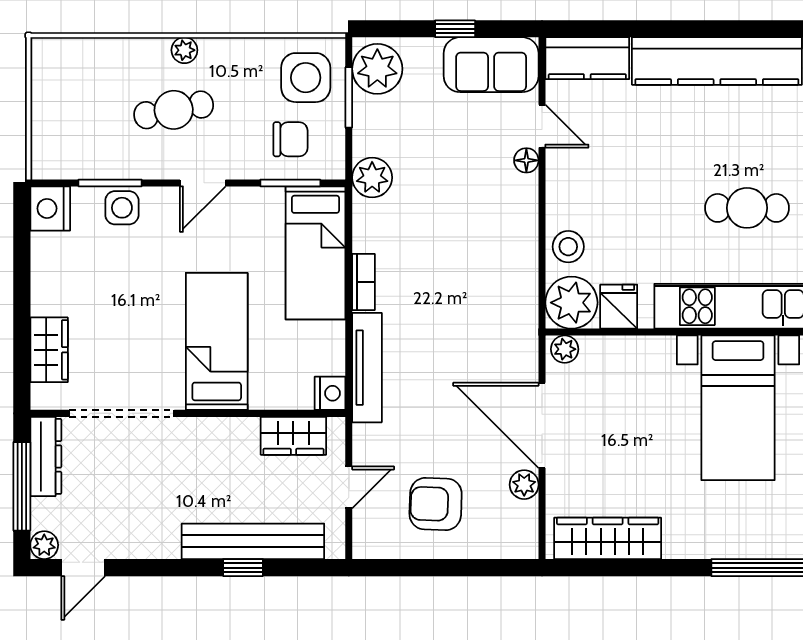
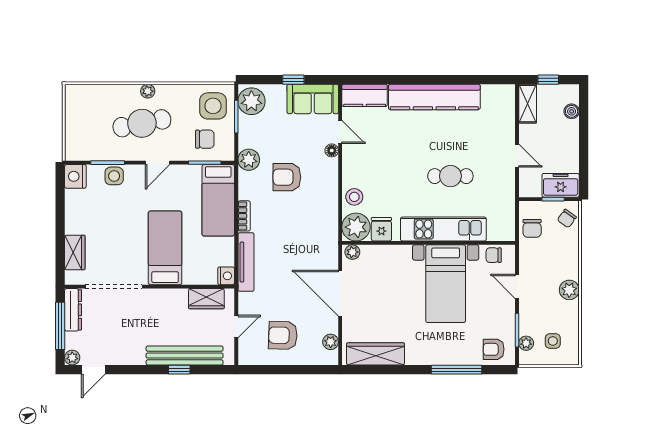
cafe table: (174, 110) -> (142, 123), width x1.37, depth x1.35
armchair: (443, 210) -> (287, 177), added
plant: (524, 485) -> (331, 342), moved

